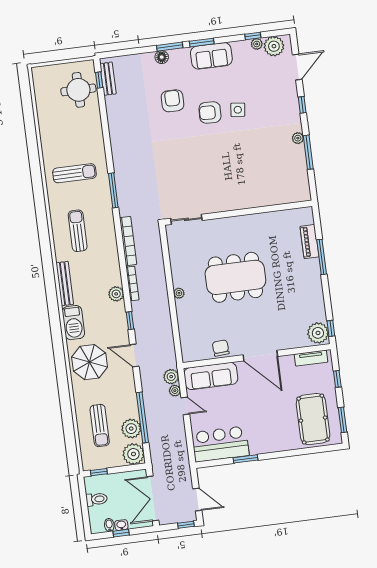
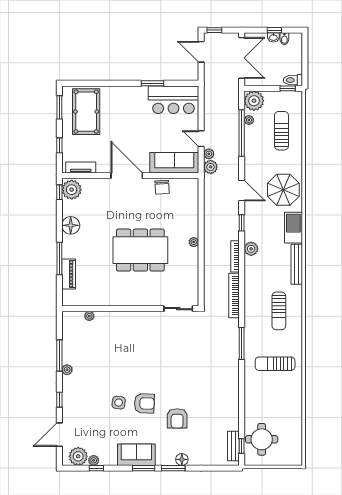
plant: (281, 199) -> (89, 316), added
floor lamp: (314, 294) -> (71, 225), added
plant: (131, 429) -> (249, 120), width x0.53, depth x0.53
toilet: (97, 499) -> (293, 80), moved

